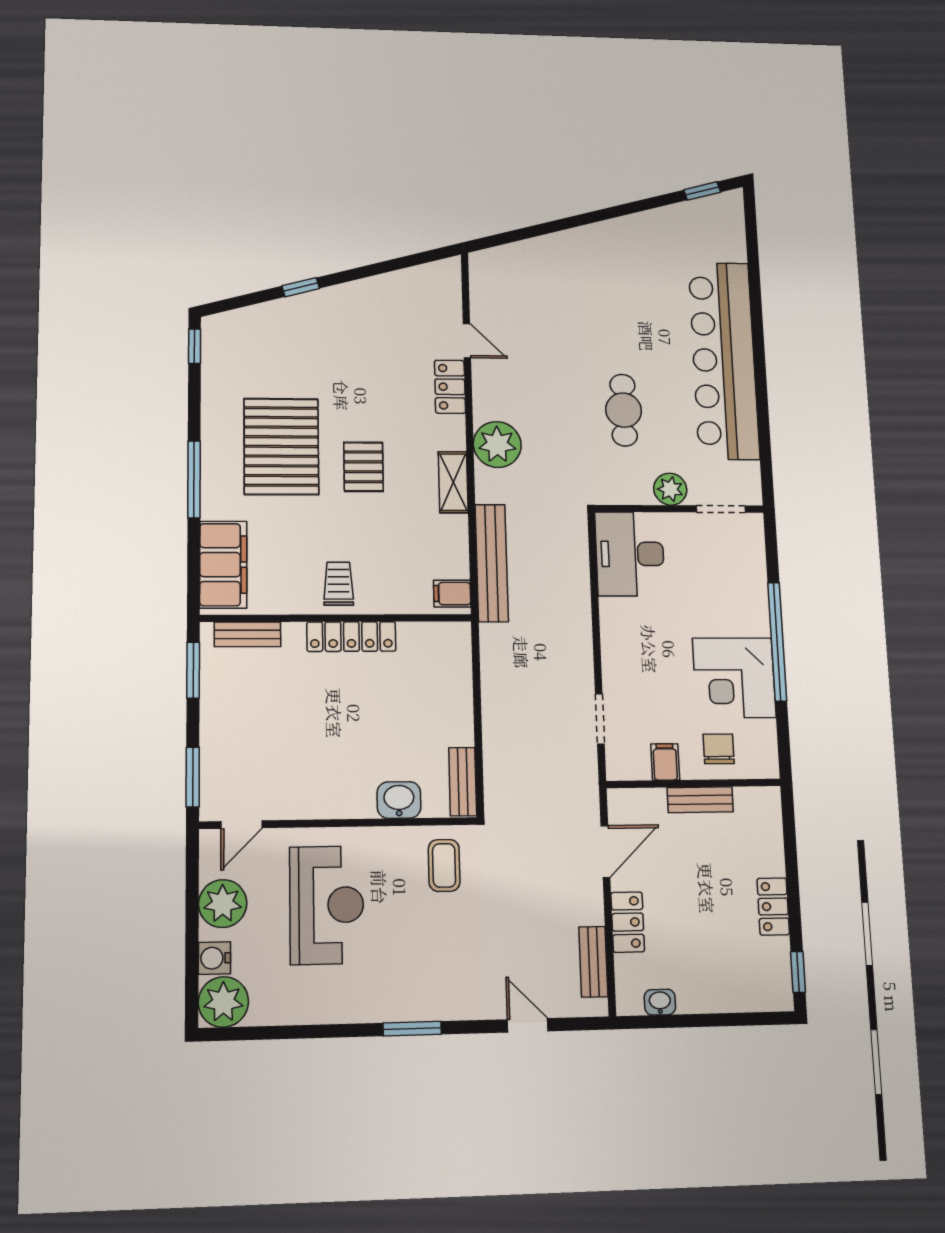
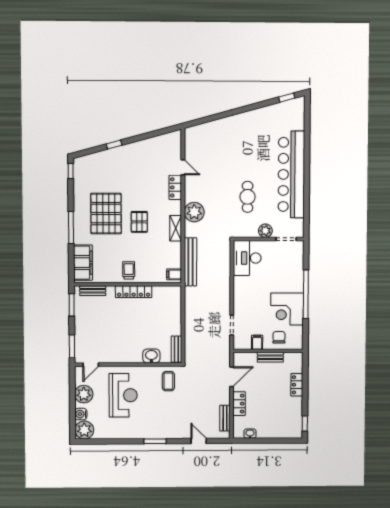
locker: (773, 906) -> (297, 385), moved

